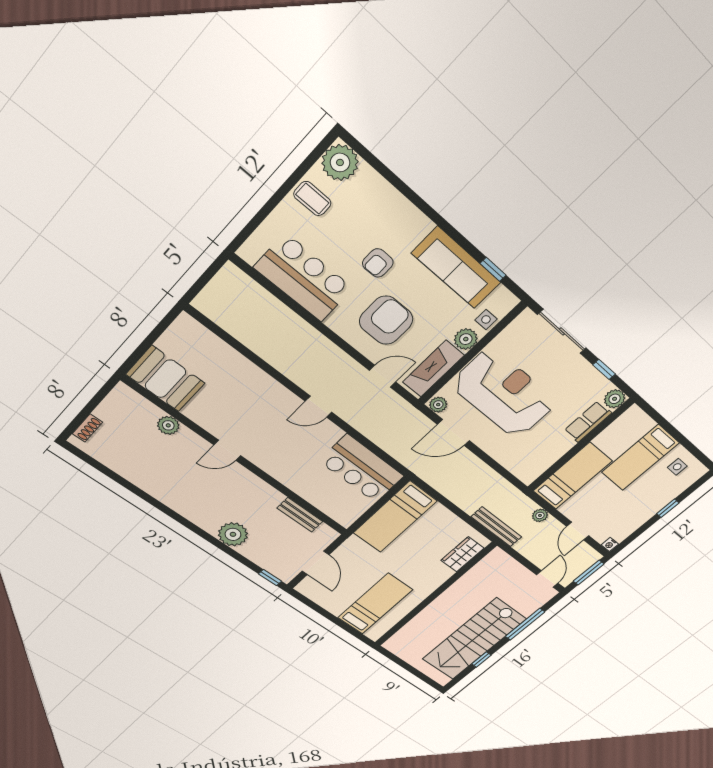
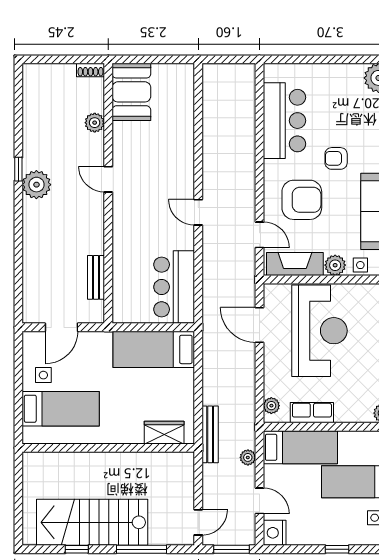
coffee table: (312, 199) -> (342, 81), removed
plant: (438, 405) -> (271, 406), moved
row of seats: (588, 422) -> (312, 413), moved
shoe rack: (87, 428) -> (91, 70), moved
door: (578, 531) -> (259, 501), swing flipped
plant: (233, 534) -> (36, 185), moved
nightstand: (610, 545) -> (275, 533), width x1.89, depth x1.79
window: (270, 578) -> (18, 169), moved
side table: (339, 598) -> (43, 375), added

